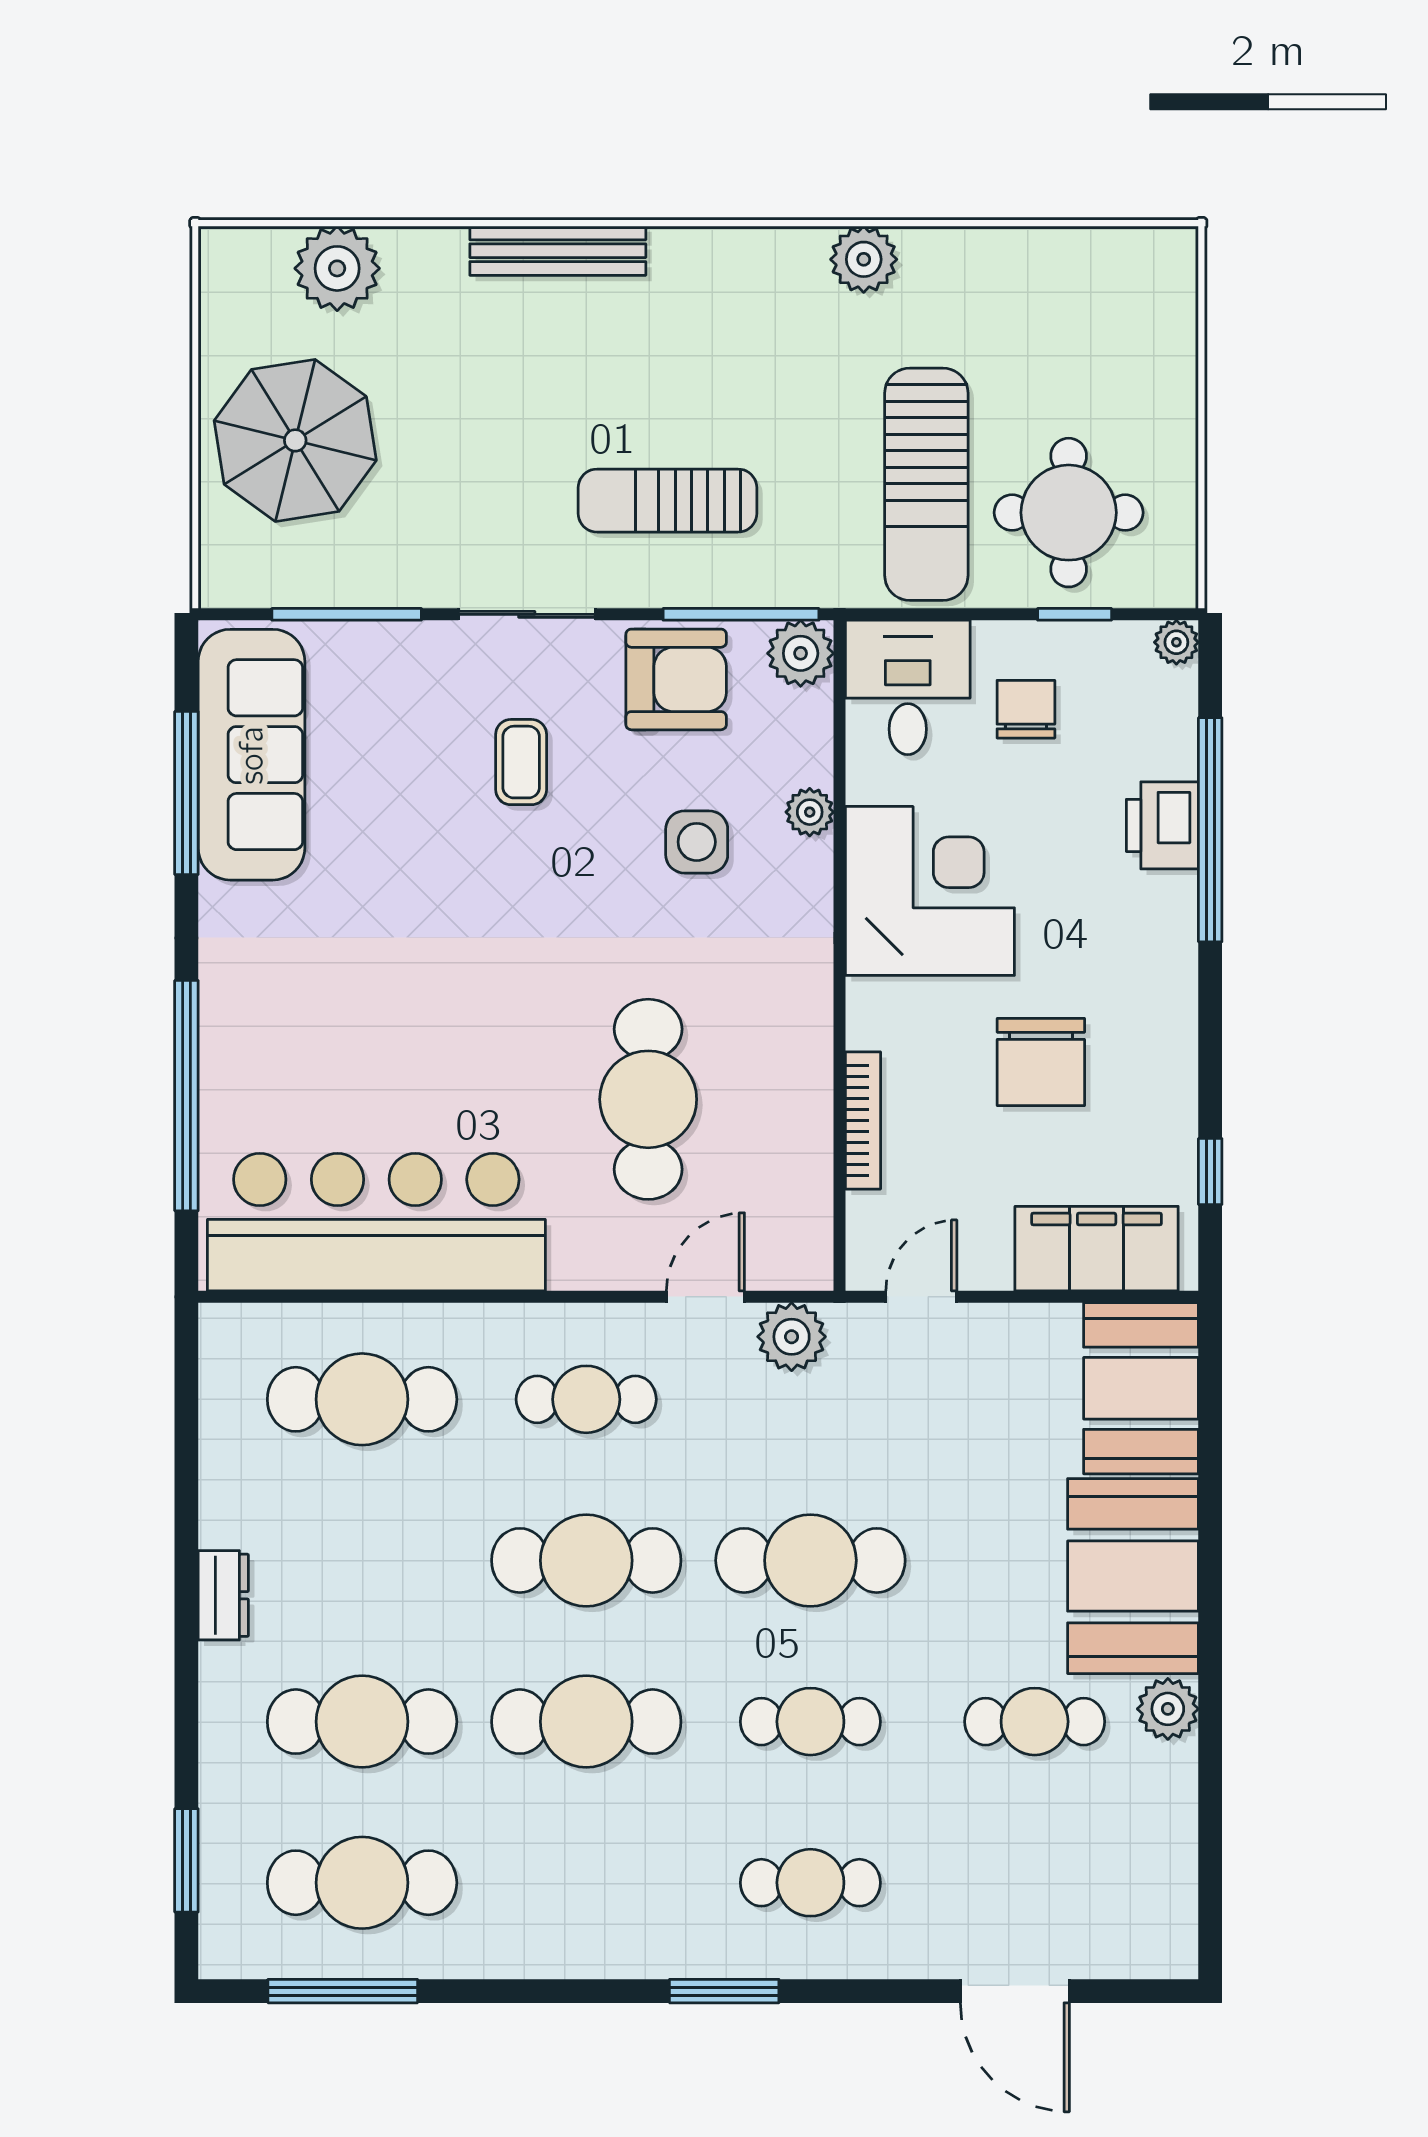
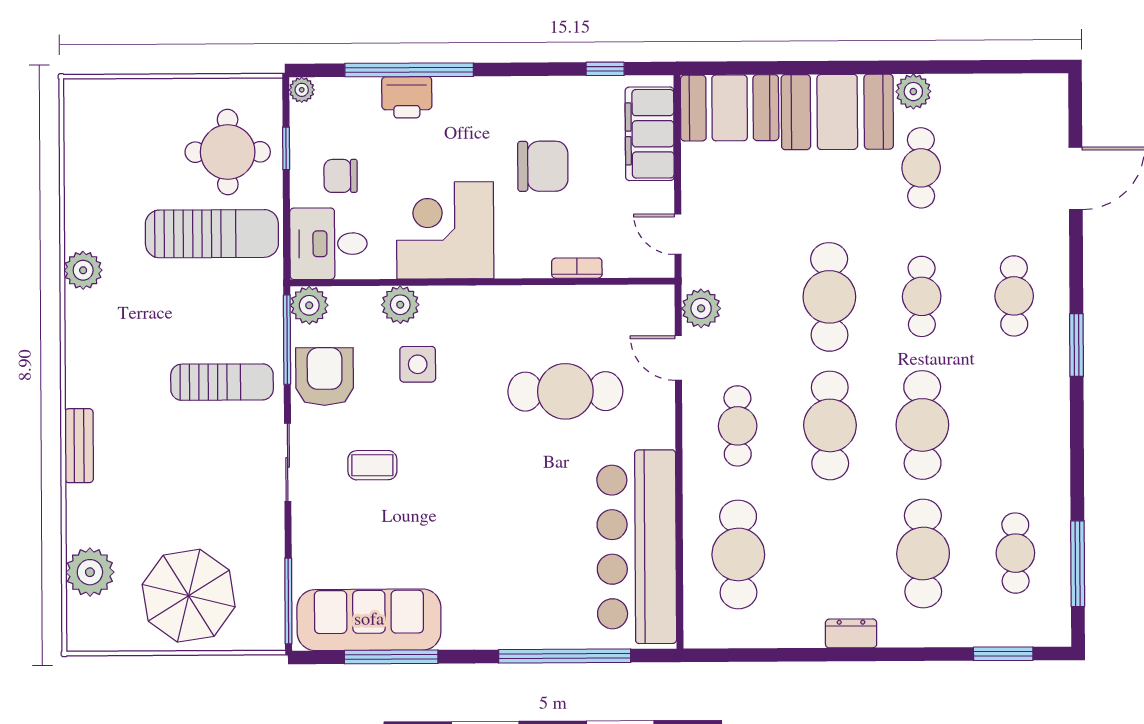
bench: (558, 251) -> (79, 446), width x0.73
sun lounger: (667, 501) -> (222, 382), turned -90
window: (347, 614) -> (288, 601), moved
plant: (810, 812) -> (400, 305), width x1.38, depth x1.38
bookcase: (863, 1120) -> (577, 268), width x0.64
cafe table: (362, 1883) -> (1015, 553), width x0.73, depth x0.74

